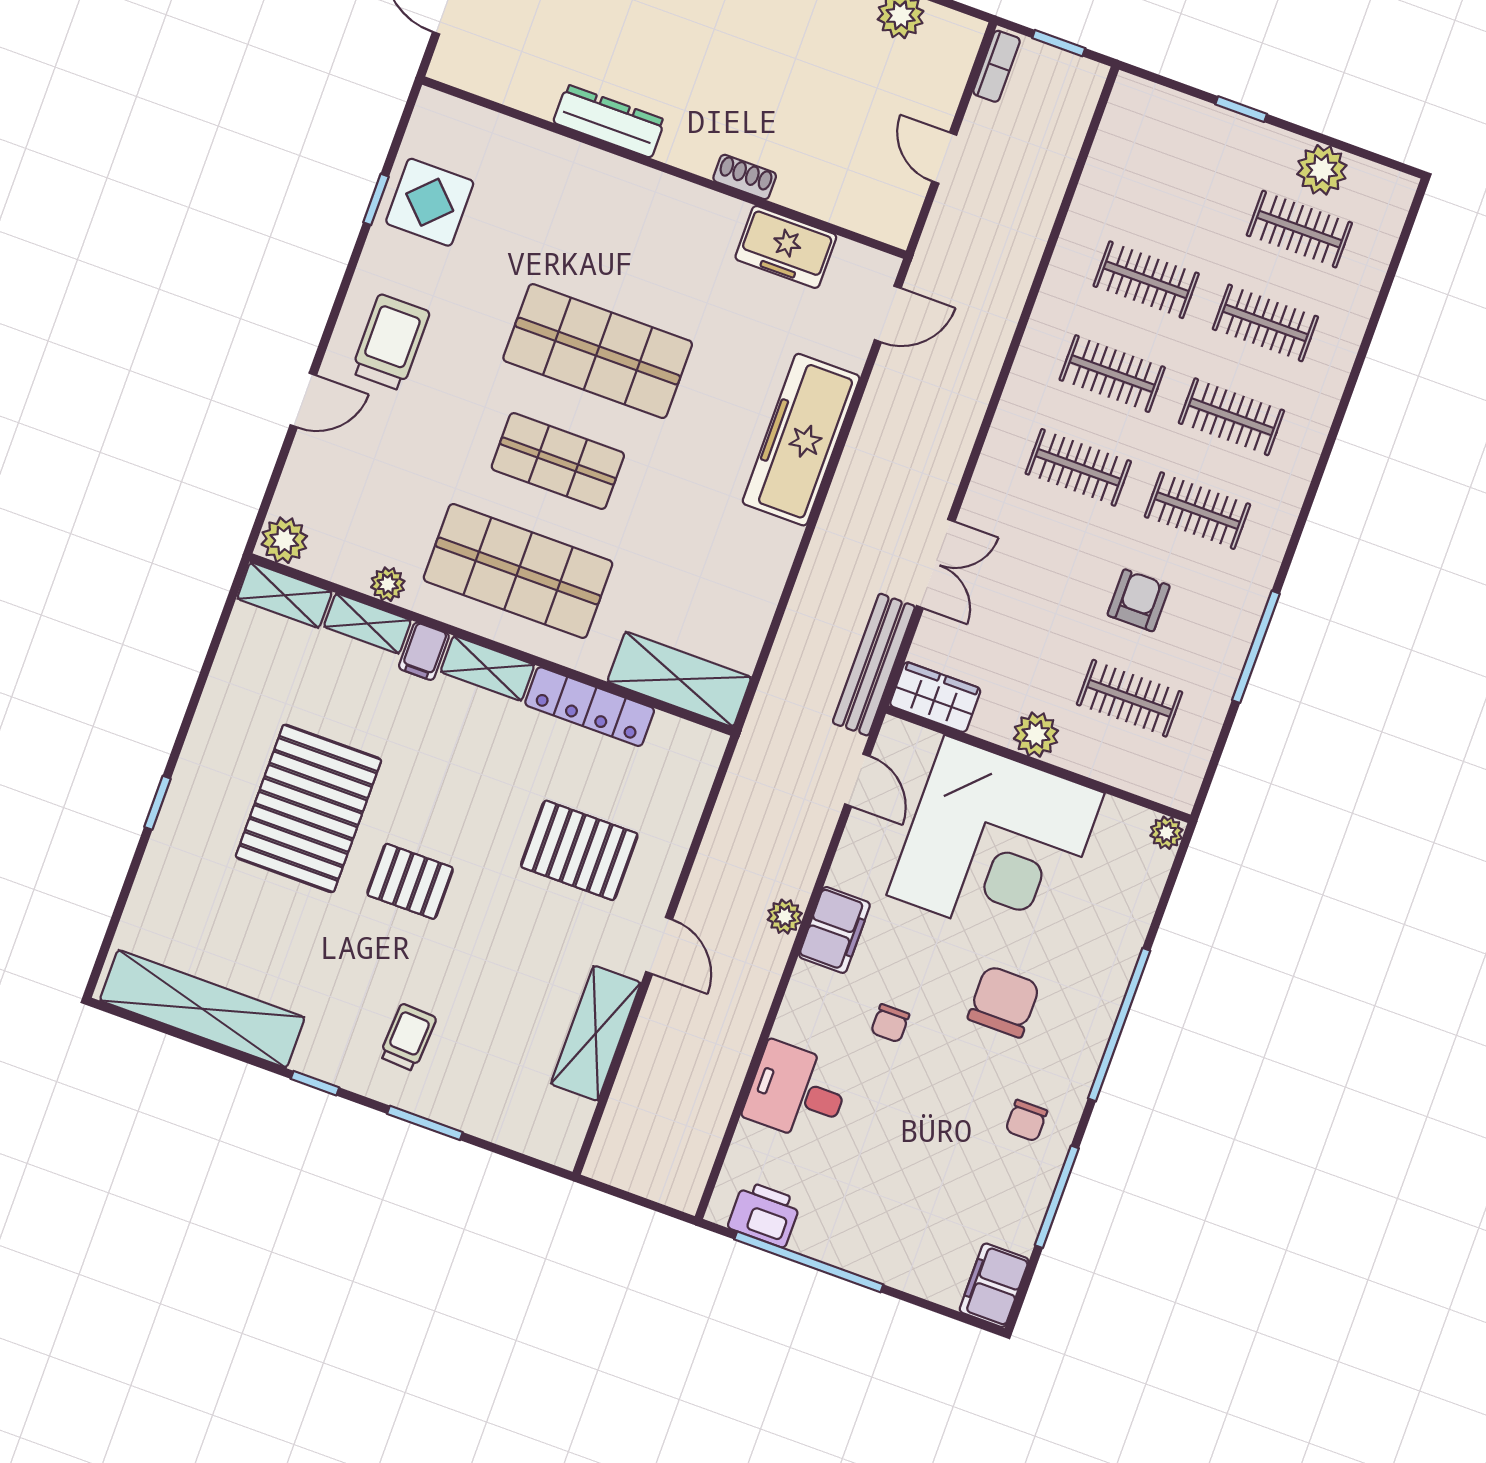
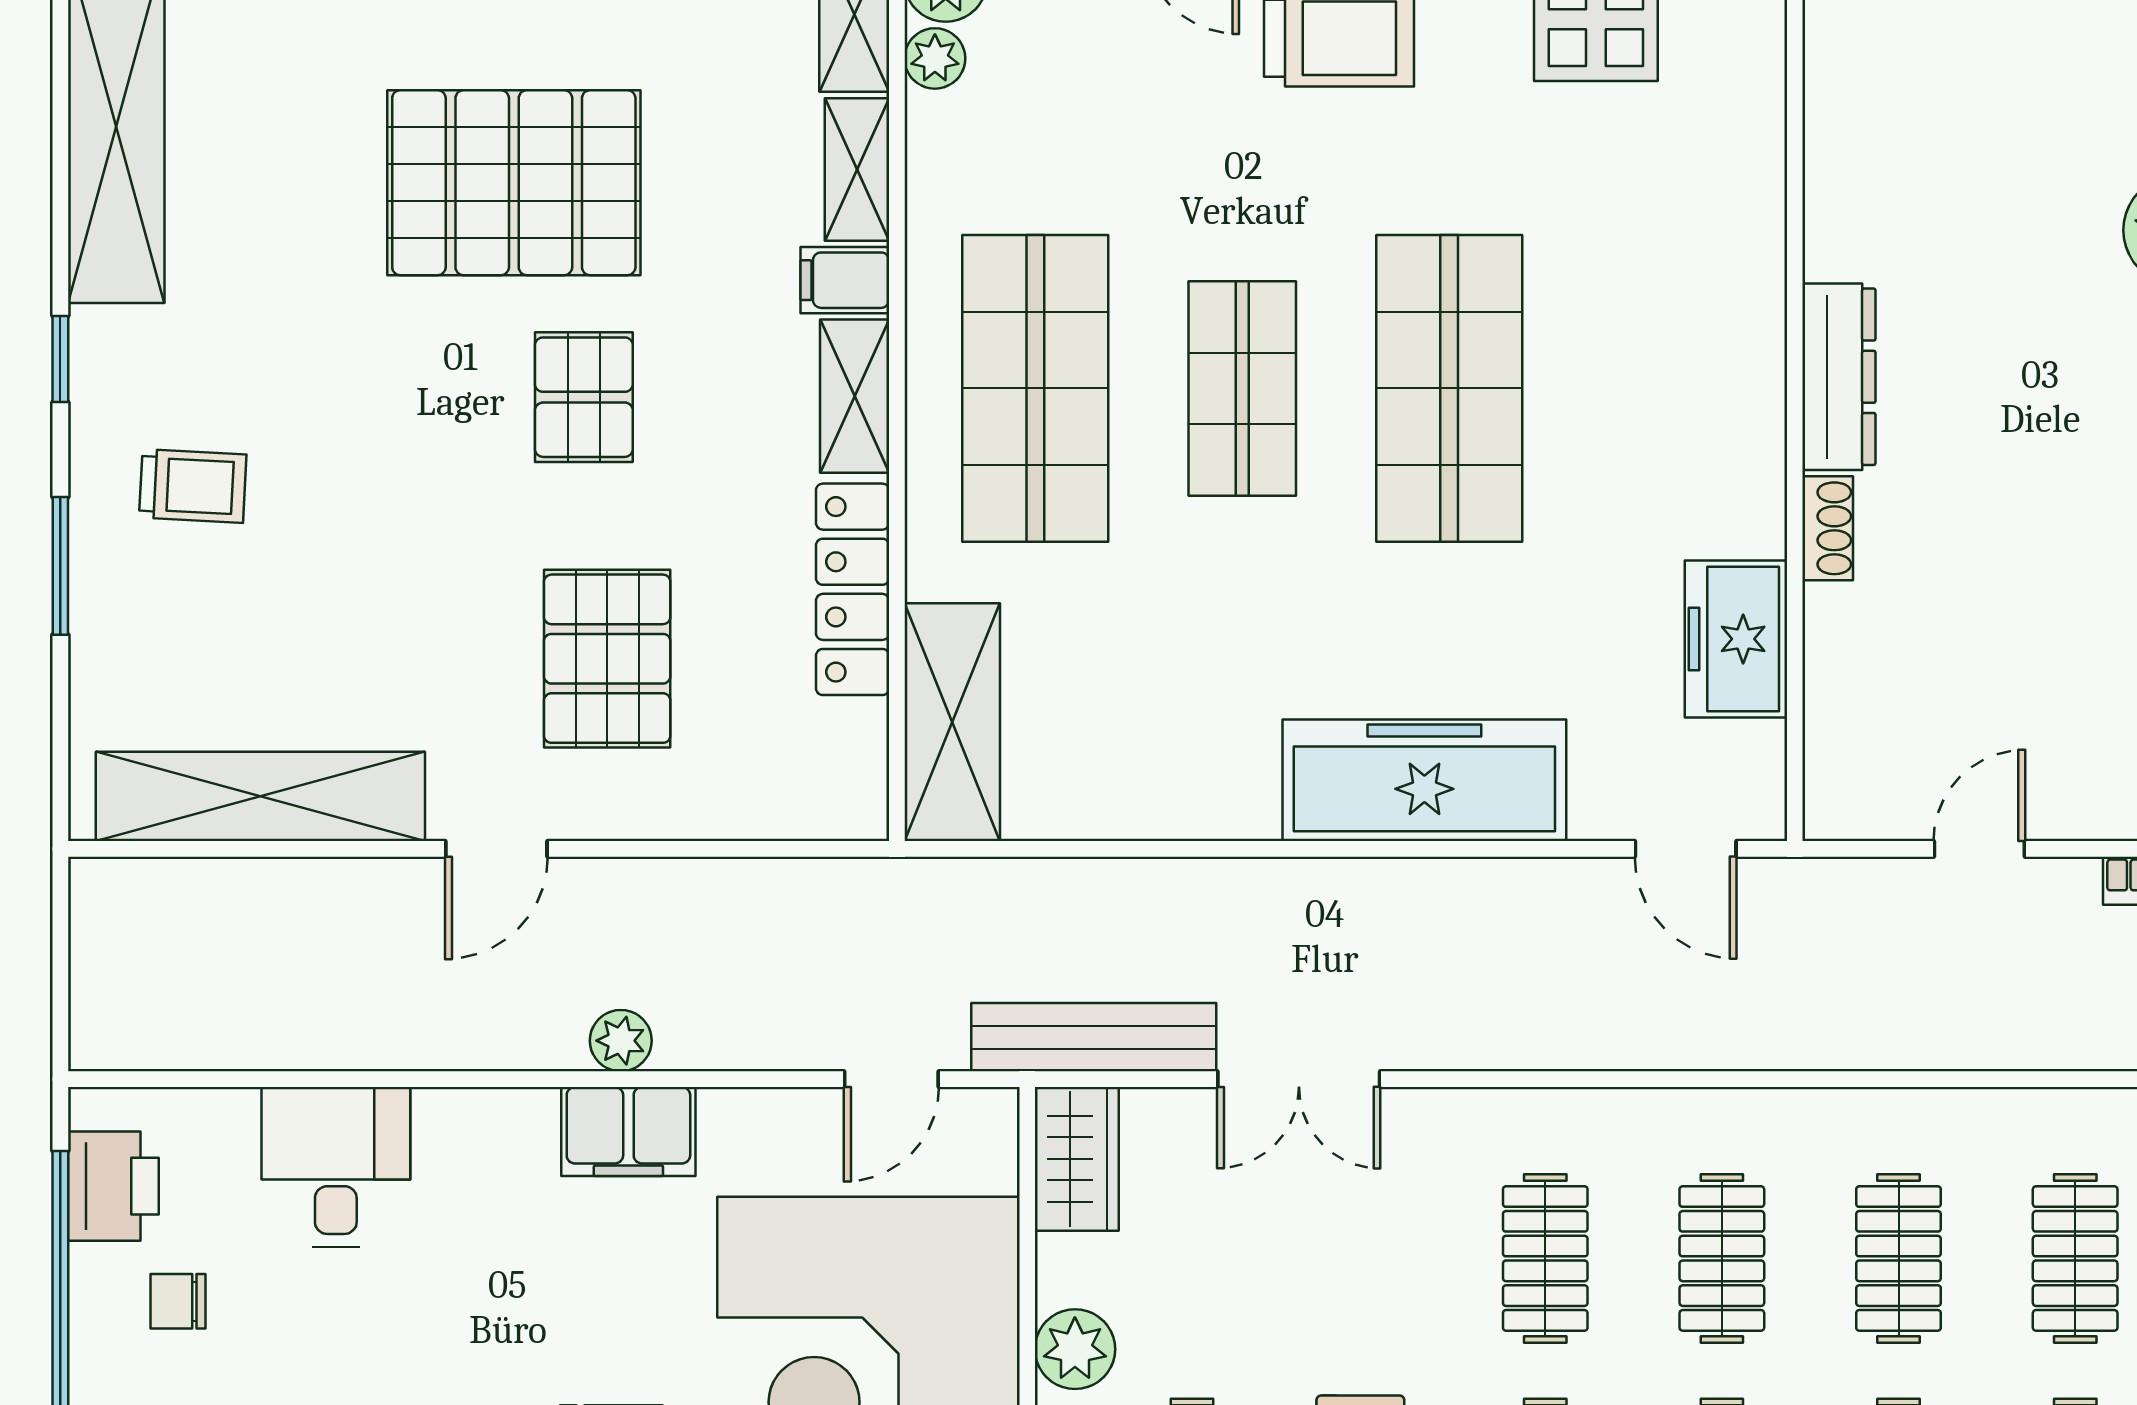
dresser: (609, 121) -> (1839, 377), moved
clothes rail: (1180, 186) -> (2075, 1258), added
plant: (388, 584) -> (935, 58), moved
pallet: (410, 881) -> (584, 397), moved
chair: (890, 1023) -> (178, 1301), moved
shelving: (596, 1033) -> (260, 796), width x1.47

